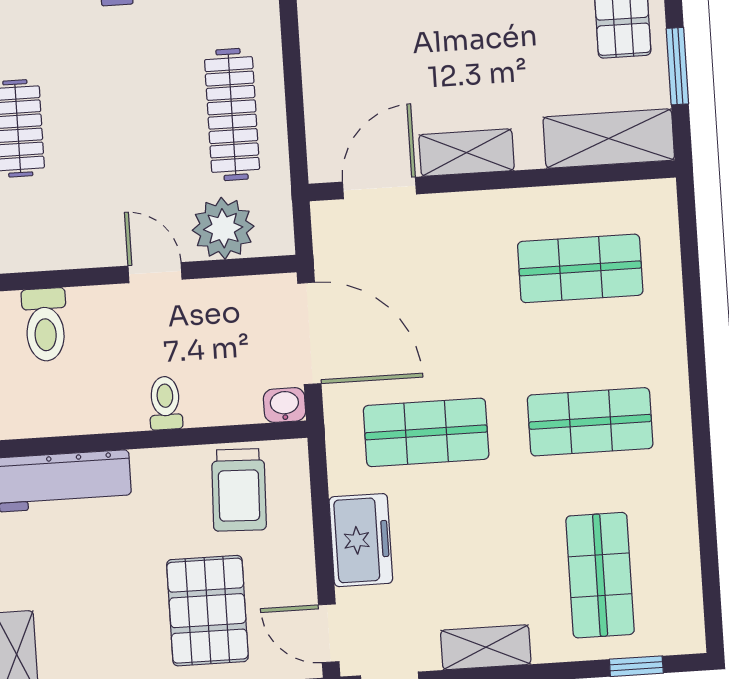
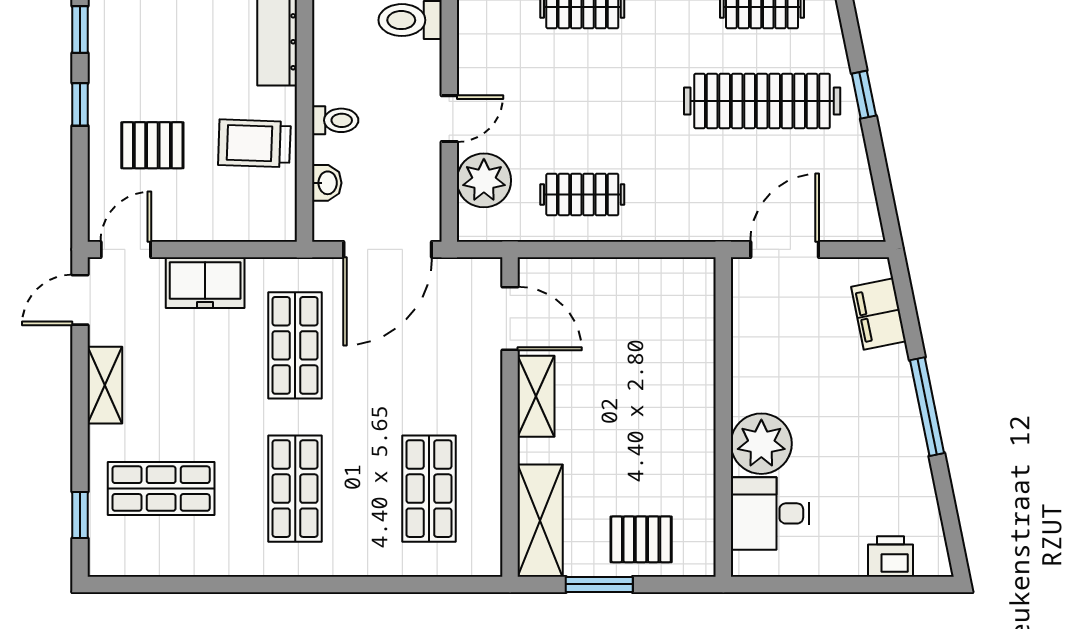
clothes rail: (232, 114) -> (582, 194), width x0.73
washbasin: (285, 405) -> (327, 183), moved
trolley: (239, 490) -> (254, 143), moved
pallet: (207, 611) -> (152, 145), width x0.67, depth x0.71

